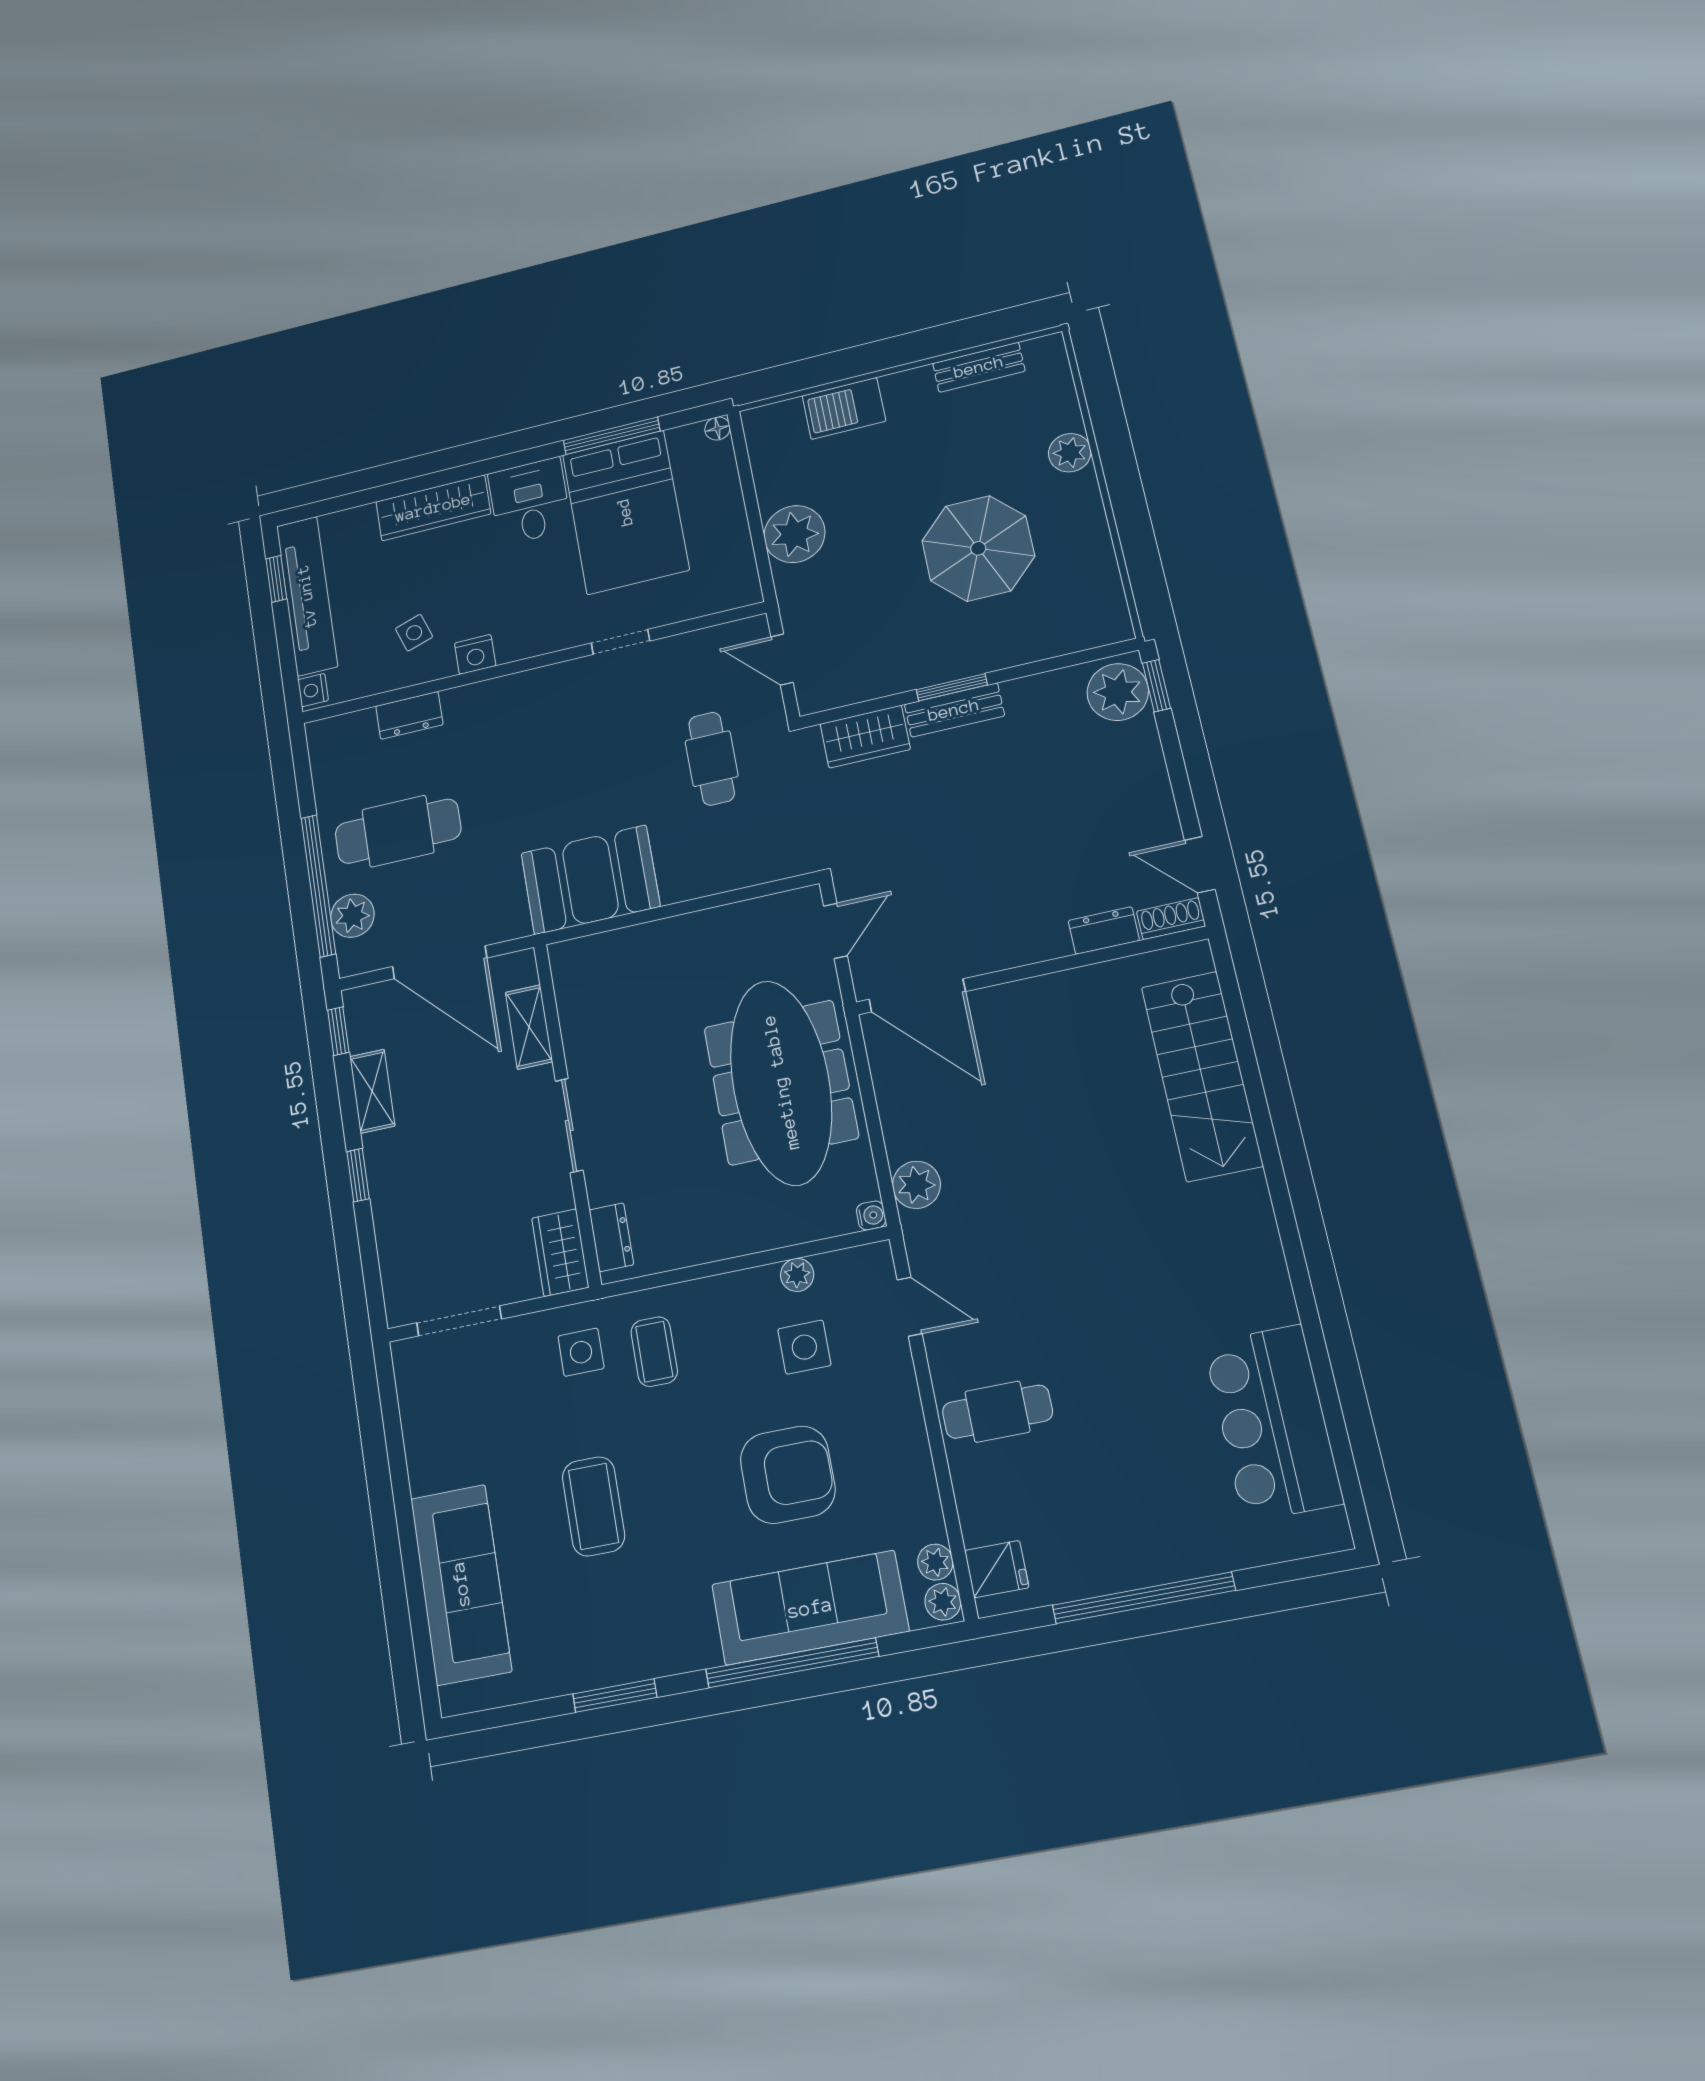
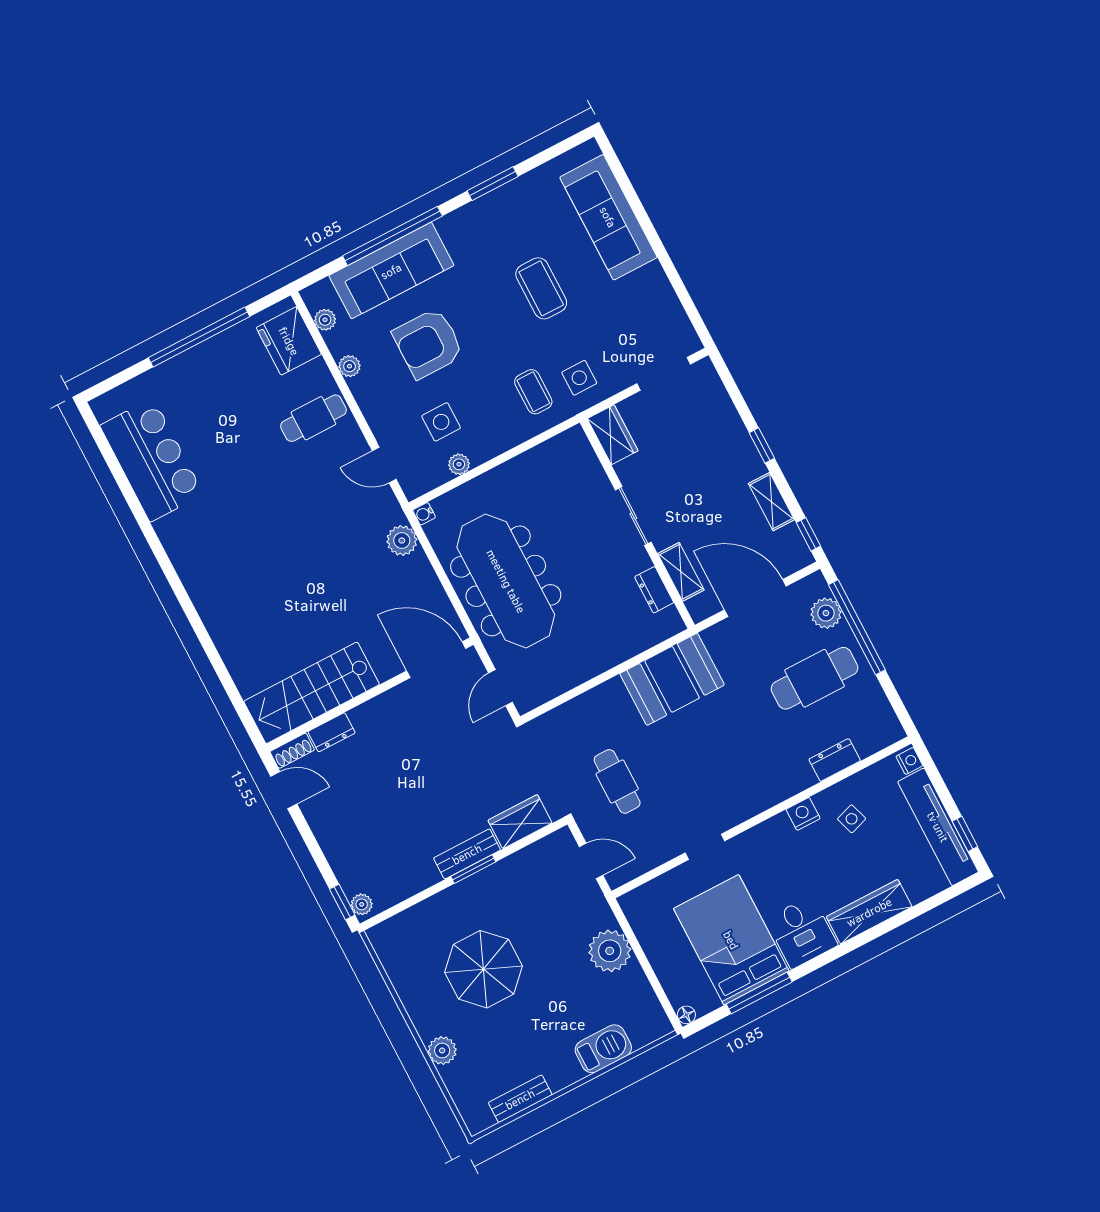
plant: (1118, 692) -> (362, 904), width x0.53, depth x0.53
stairs: (1202, 1076) -> (312, 693), moved, turned -90
dresser: (611, 1237) -> (654, 590), moved
fridge: (997, 1569) -> (289, 341), width x1.88, depth x1.34
plant: (943, 1602) -> (349, 366), moved

